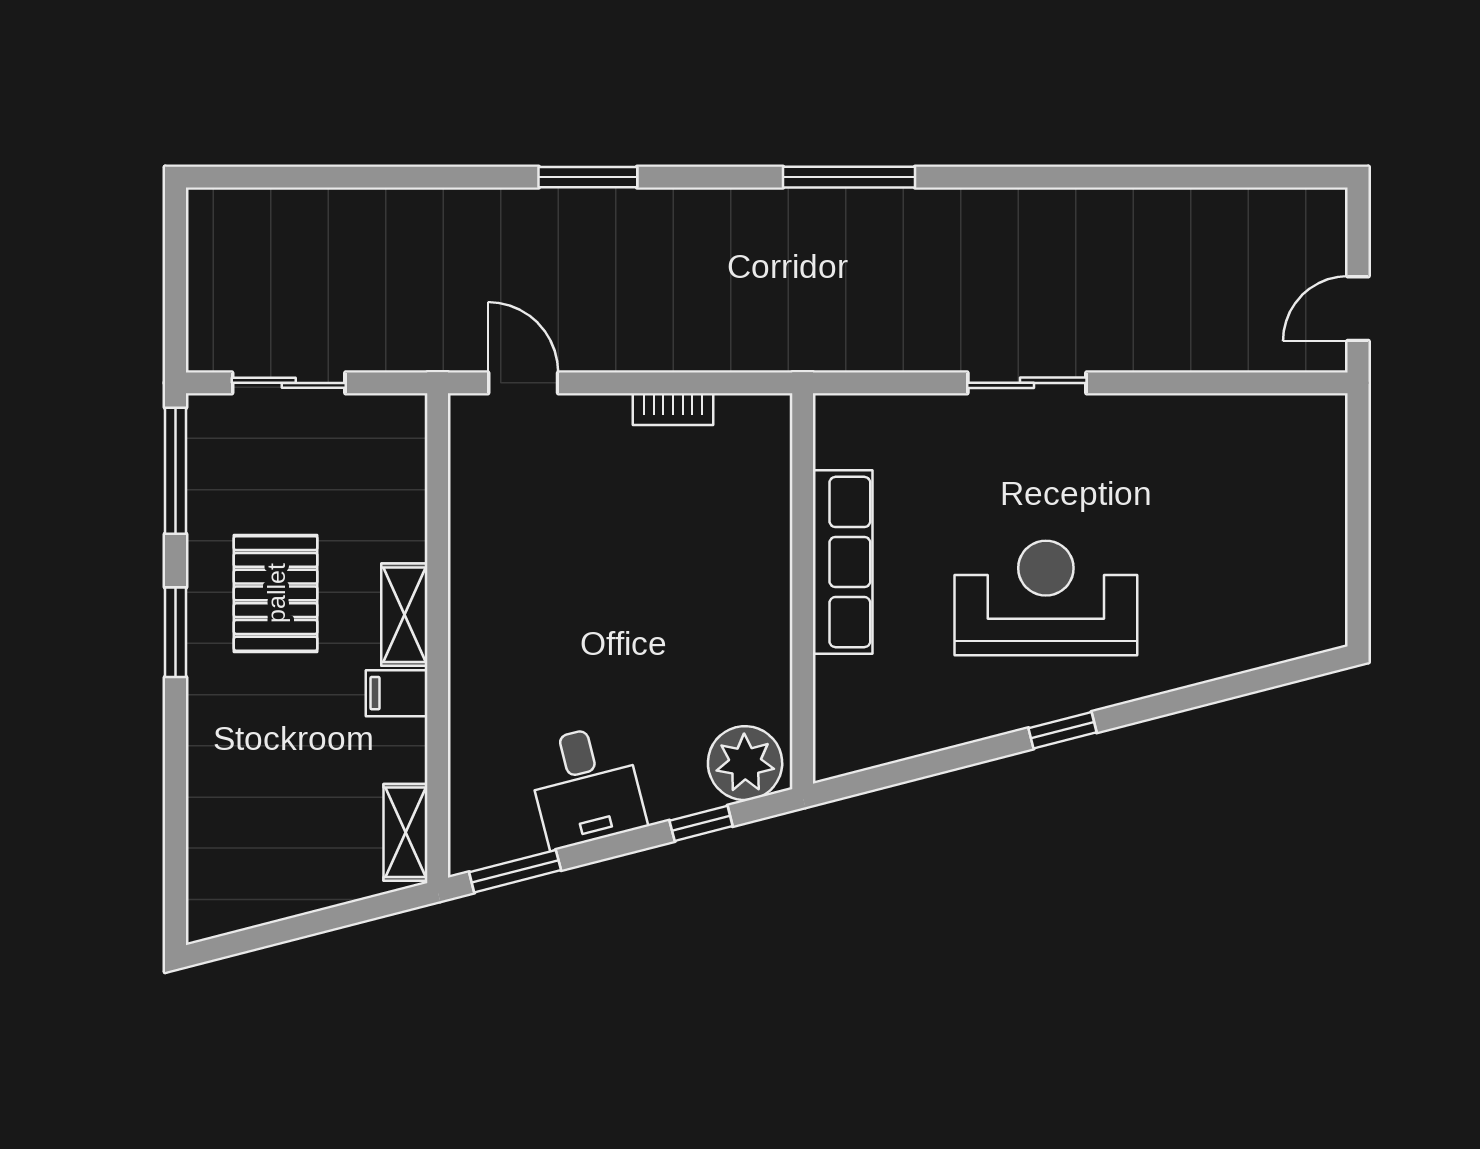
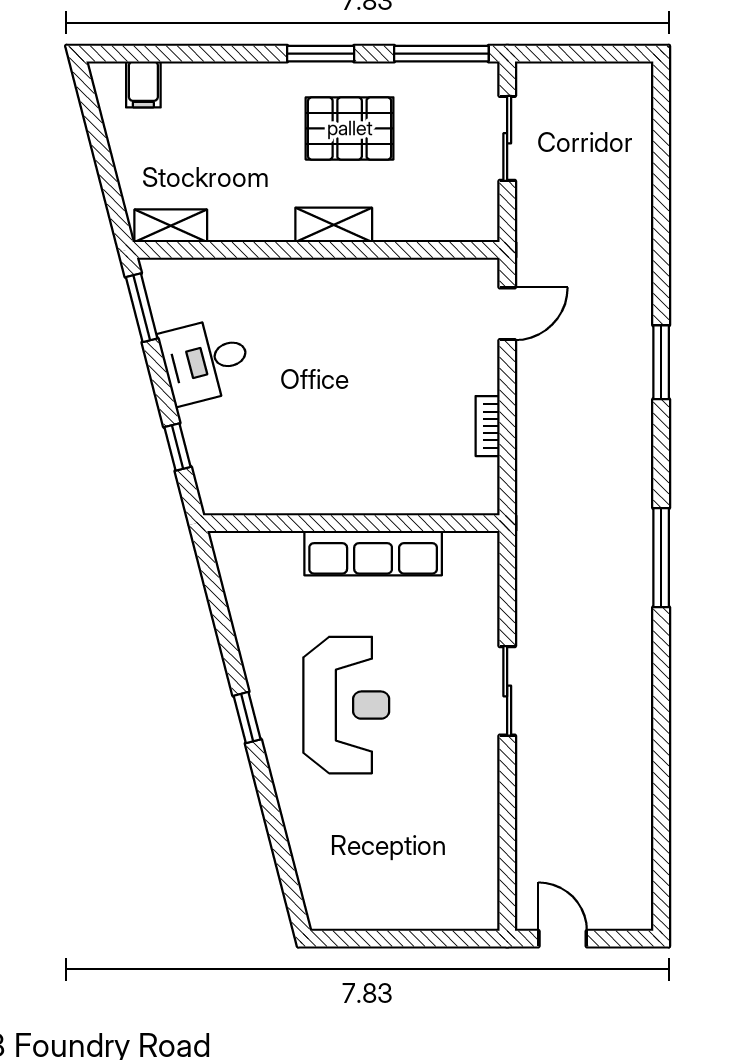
filing cabinet: (397, 693) -> (143, 84), moved, turned 180
plant: (745, 763) -> (223, 480), removed

